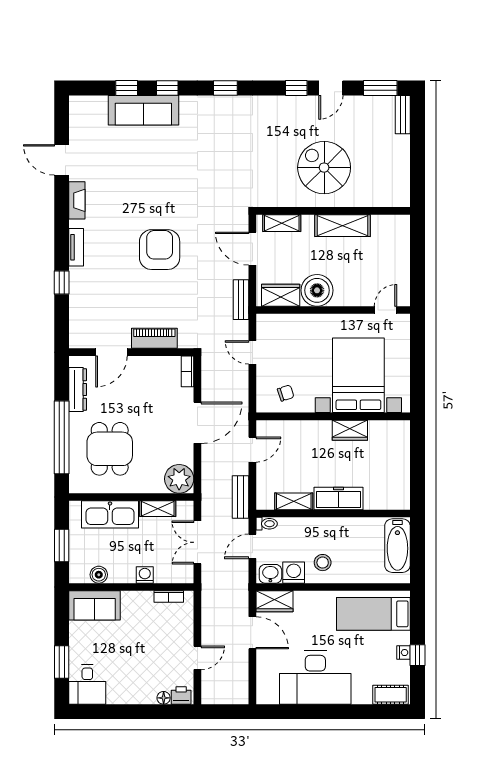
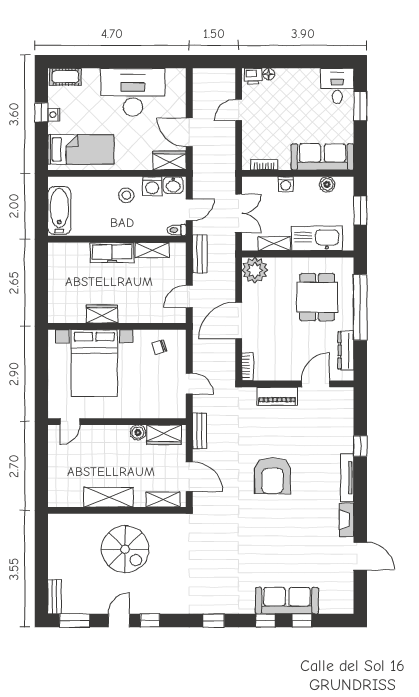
tv unit: (76, 247) -> (347, 478), width x1.41
boiler: (317, 290) -> (138, 433), width x0.54, depth x0.54
sofa: (95, 605) -> (322, 157), width x1.36

